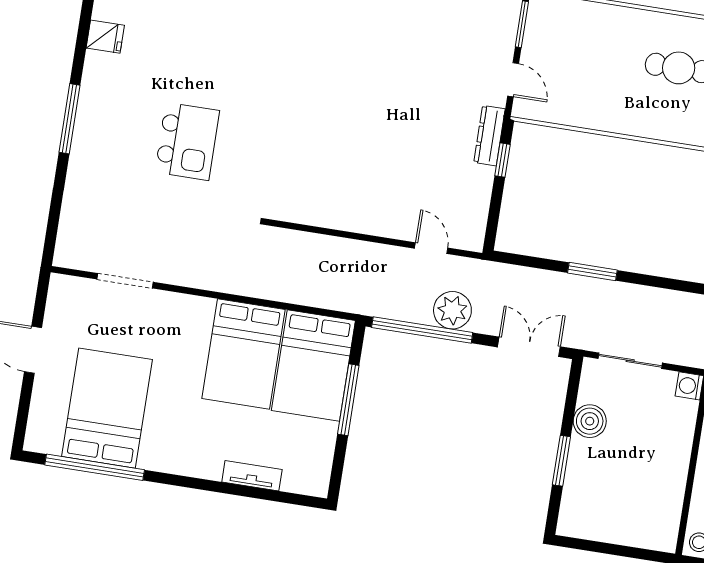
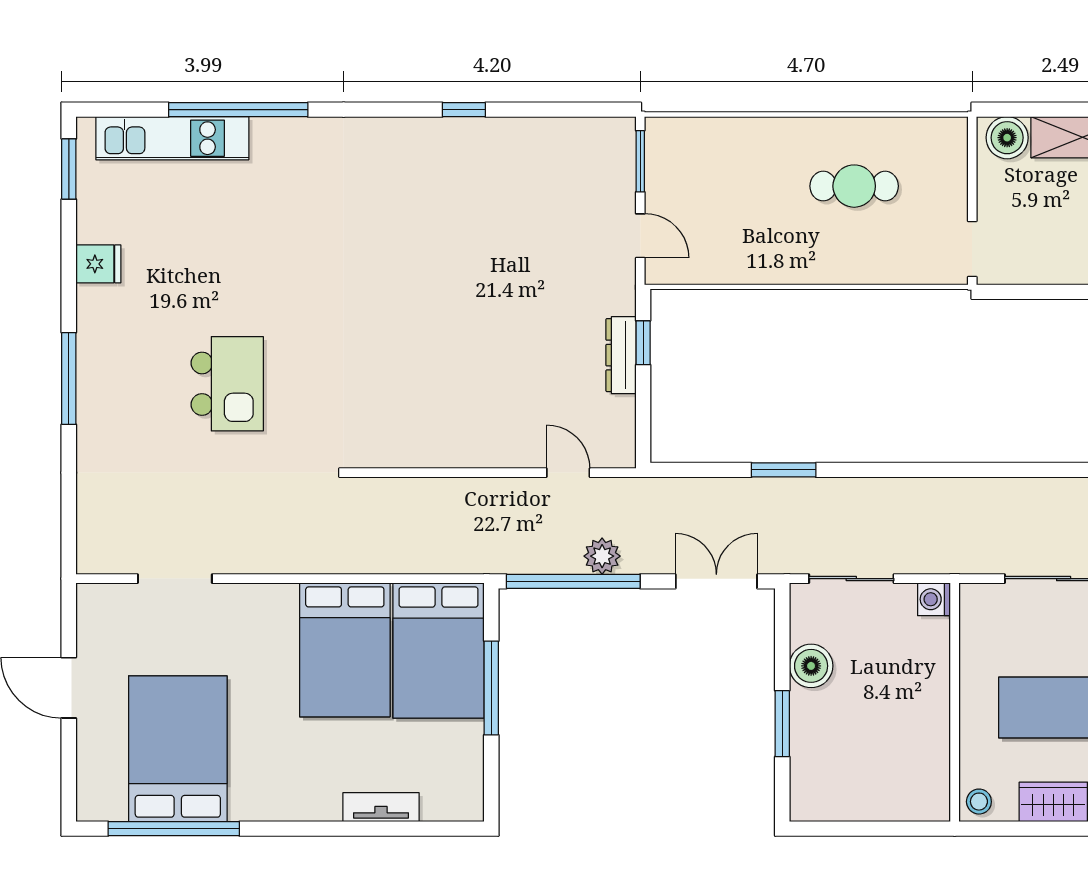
dresser: (489, 136) -> (621, 355), moved
plant: (452, 310) -> (602, 556), width x0.73, depth x0.73

